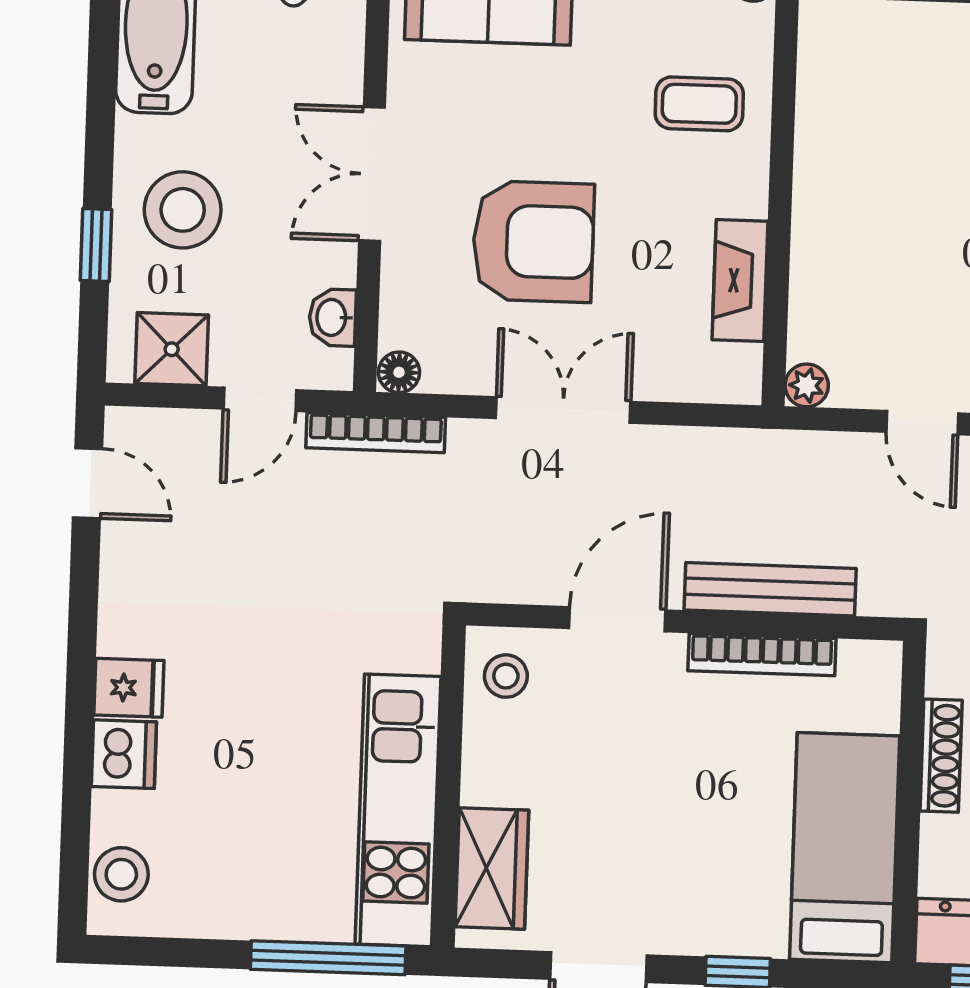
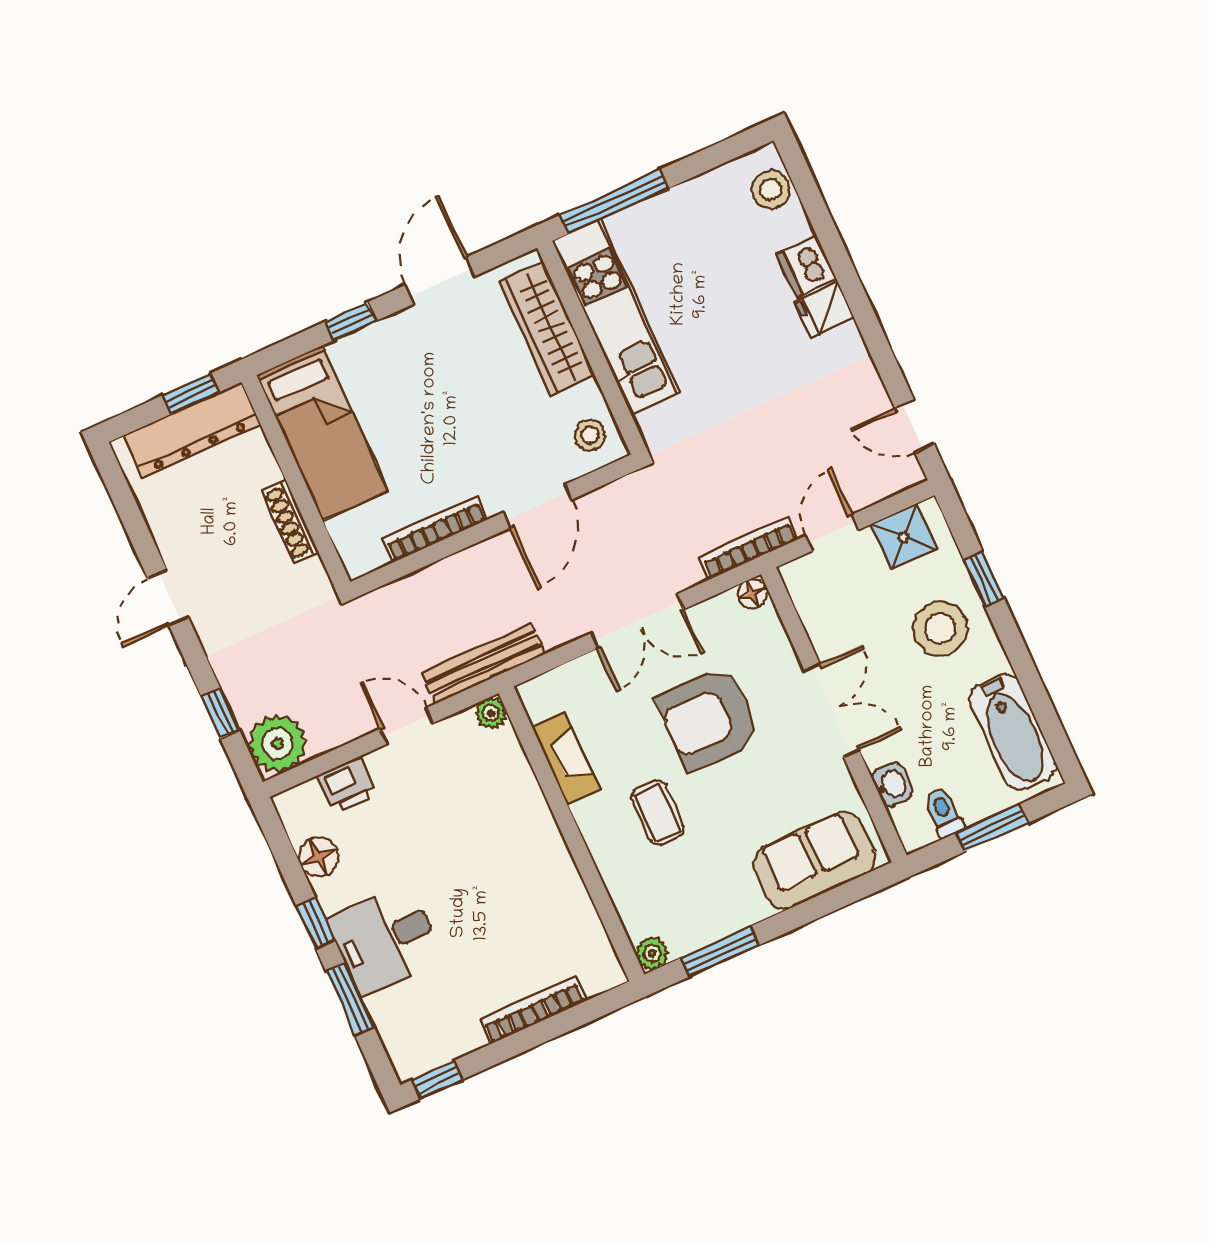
coffee table: (699, 104) -> (658, 813), moved, turned 90
washbasin: (333, 317) -> (892, 785), moved
bench: (770, 589) -> (483, 664), moved
wardrobe: (492, 869) -> (547, 329), width x1.50

